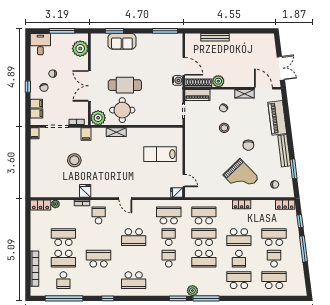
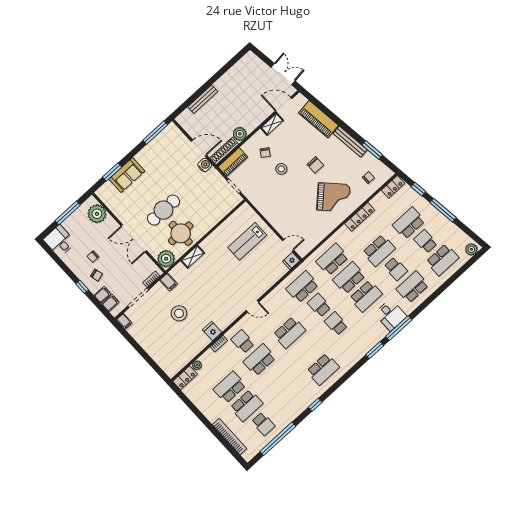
locker: (242, 204) -> (360, 217), width x1.53
school desk: (99, 259) -> (259, 360), moved
school desk: (274, 280) -> (442, 260), turned 180
desk: (208, 285) -> (390, 315), added
plant: (192, 291) -> (471, 249), moved

